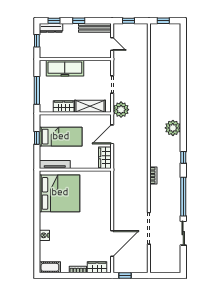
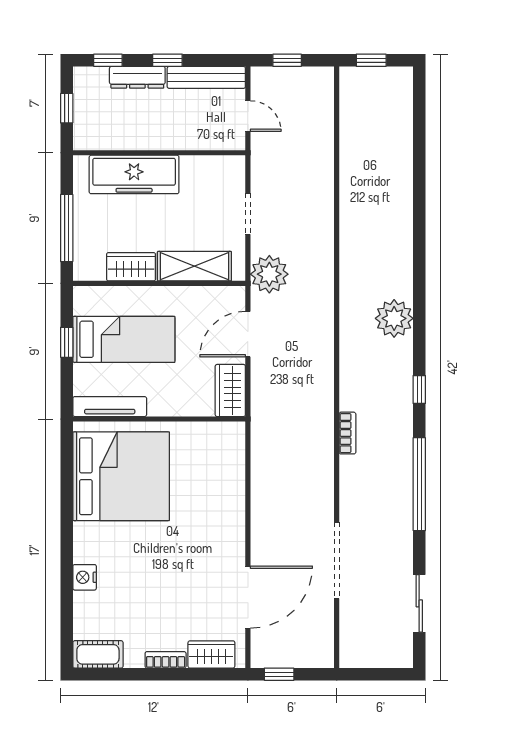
dresser: (51, 28) -> (137, 77), moved
sliding door: (183, 233) -> (419, 603), moved

